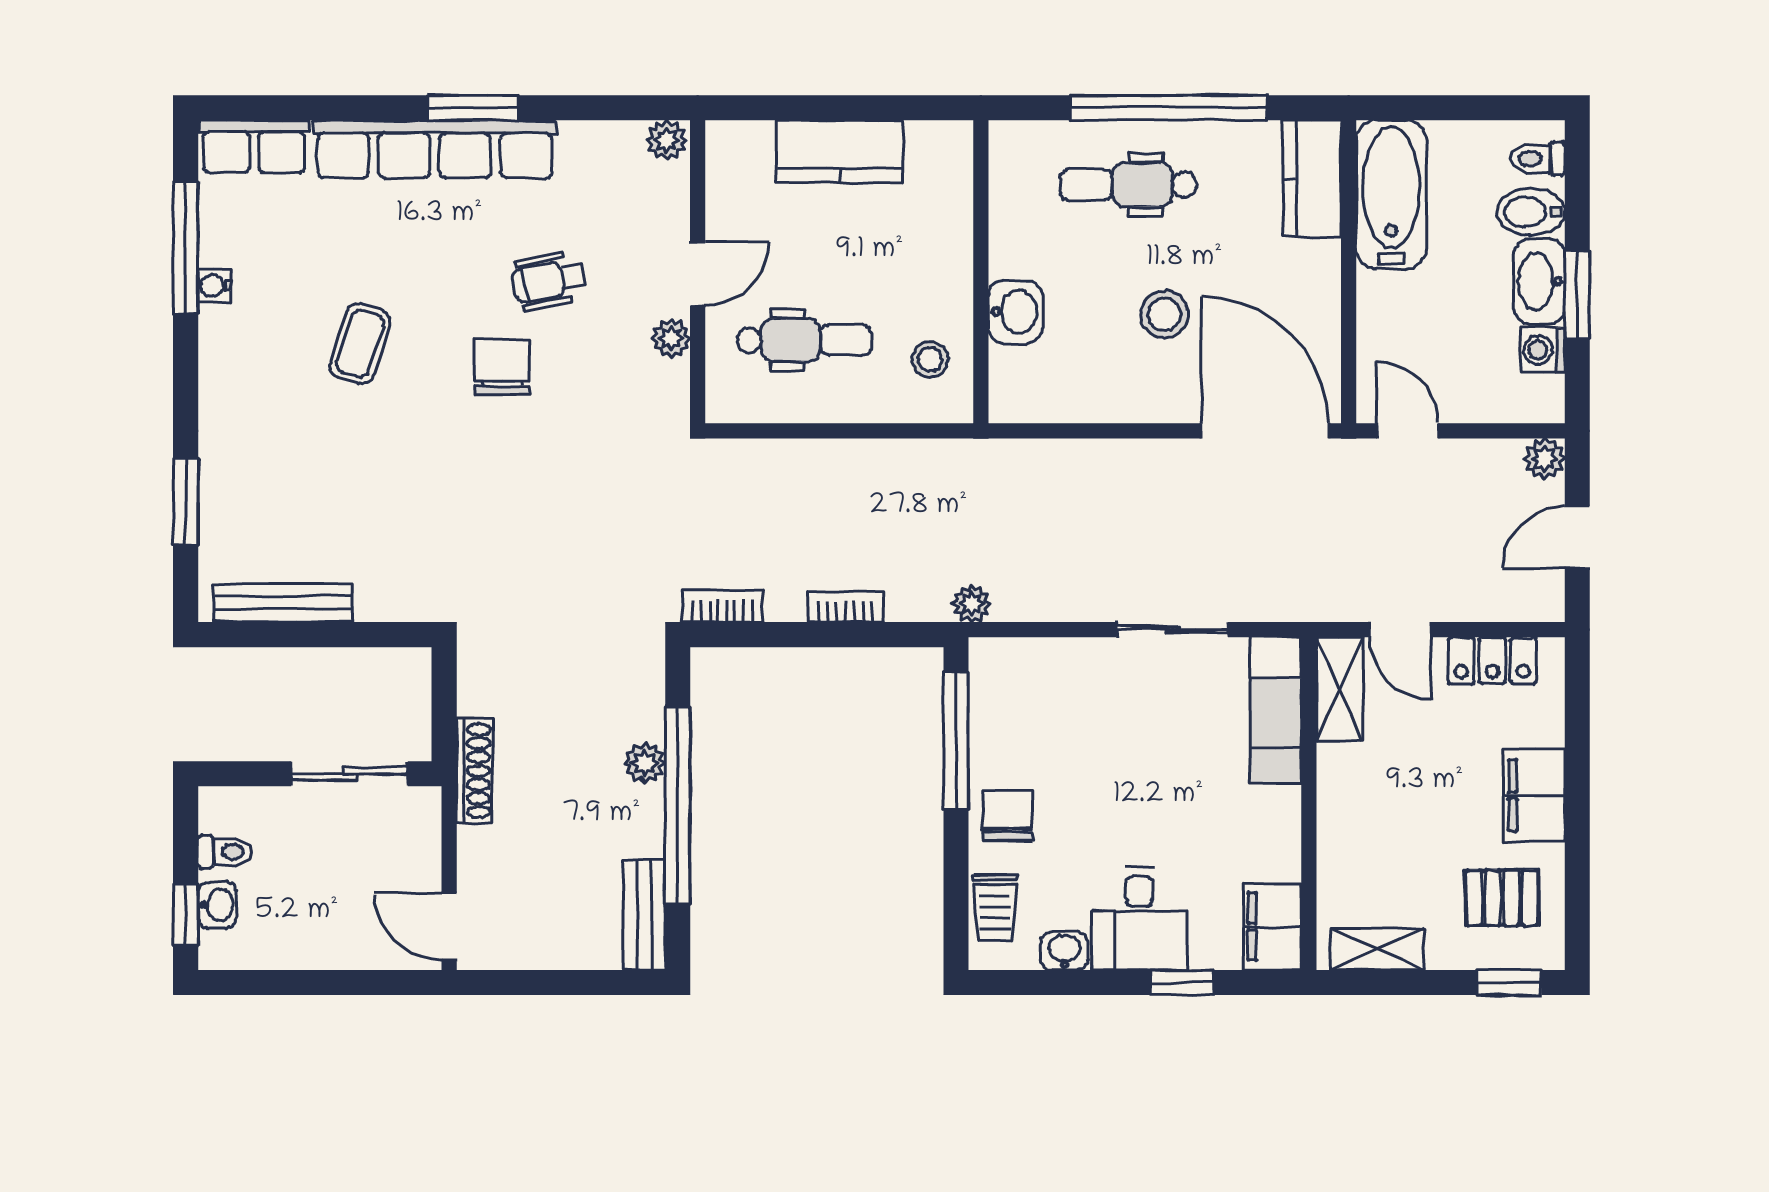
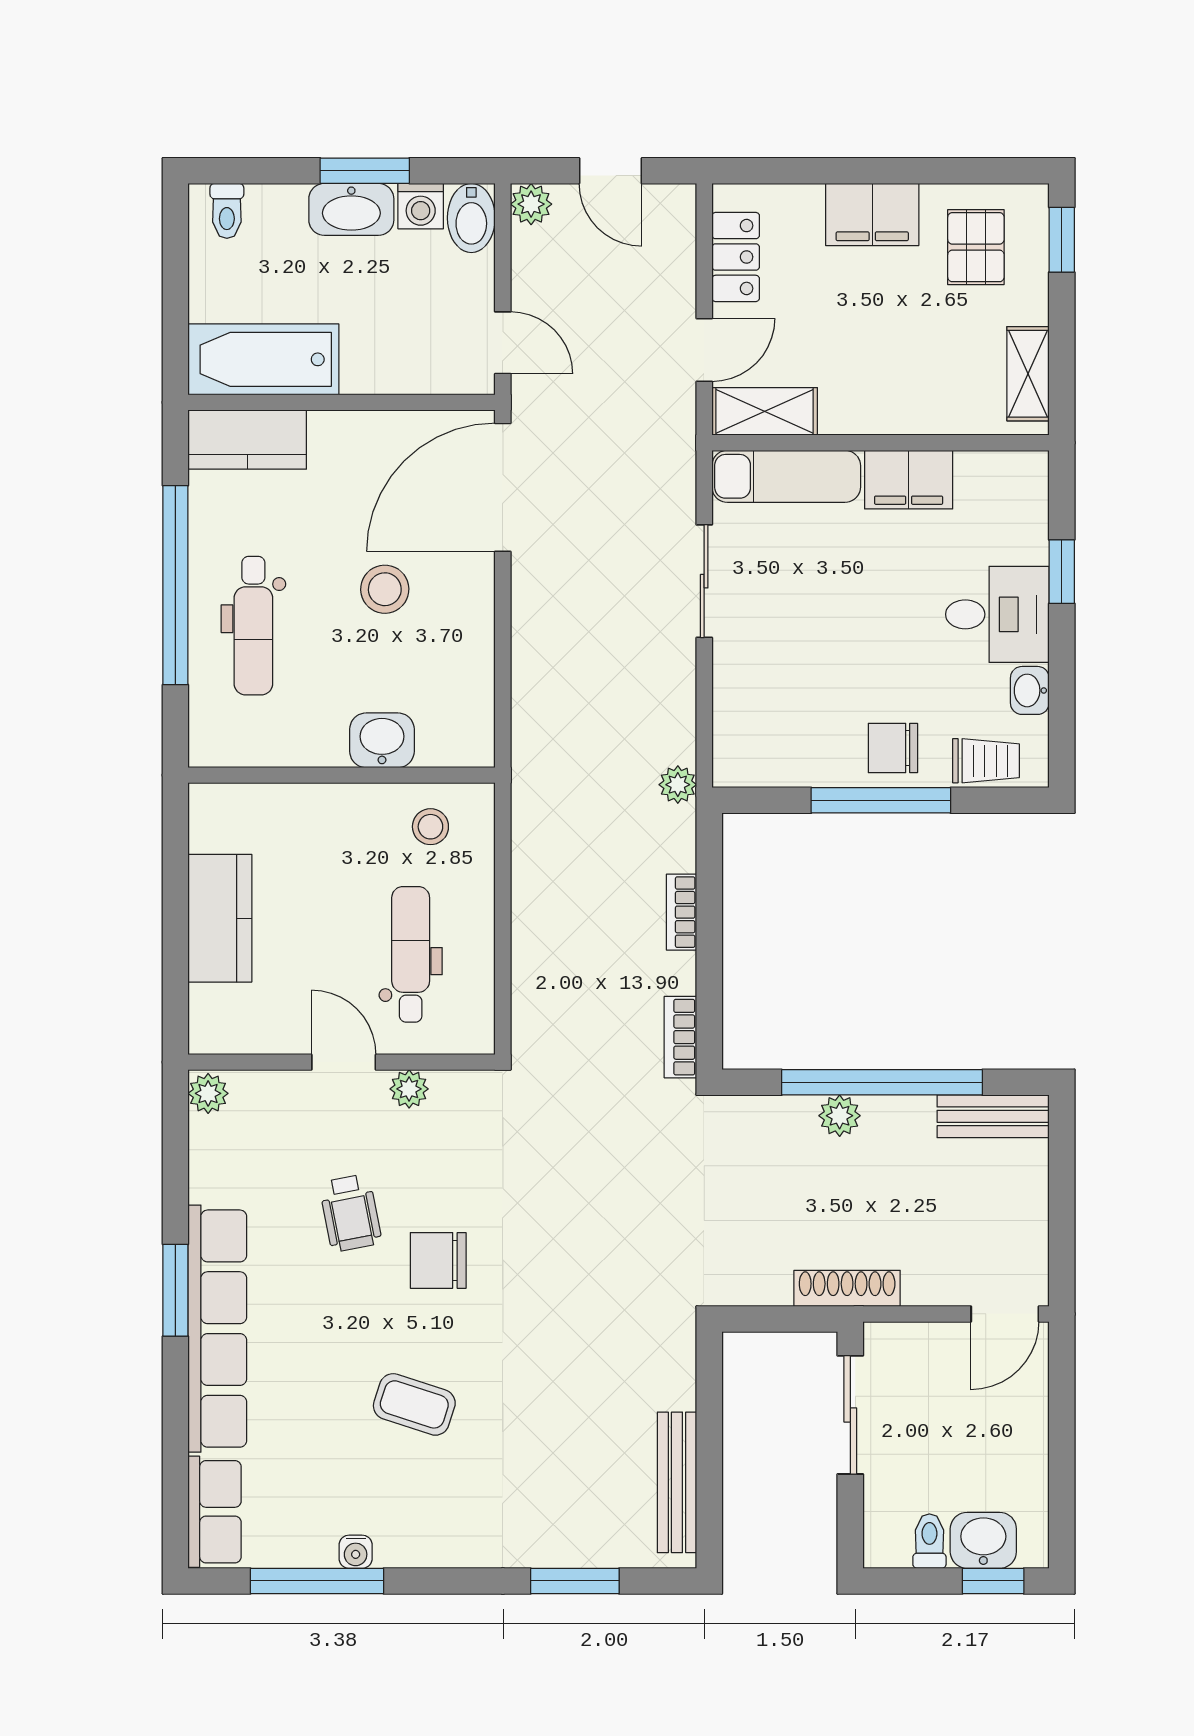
bidet: (1531, 212) -> (471, 218), moved
door: (1407, 431) -> (503, 343), swing flipped
window: (956, 741) -> (881, 800), moved
washbasin: (217, 905) -> (983, 1540), width x1.38, depth x1.45
filing cabinet: (1273, 927) -> (909, 480), moved

